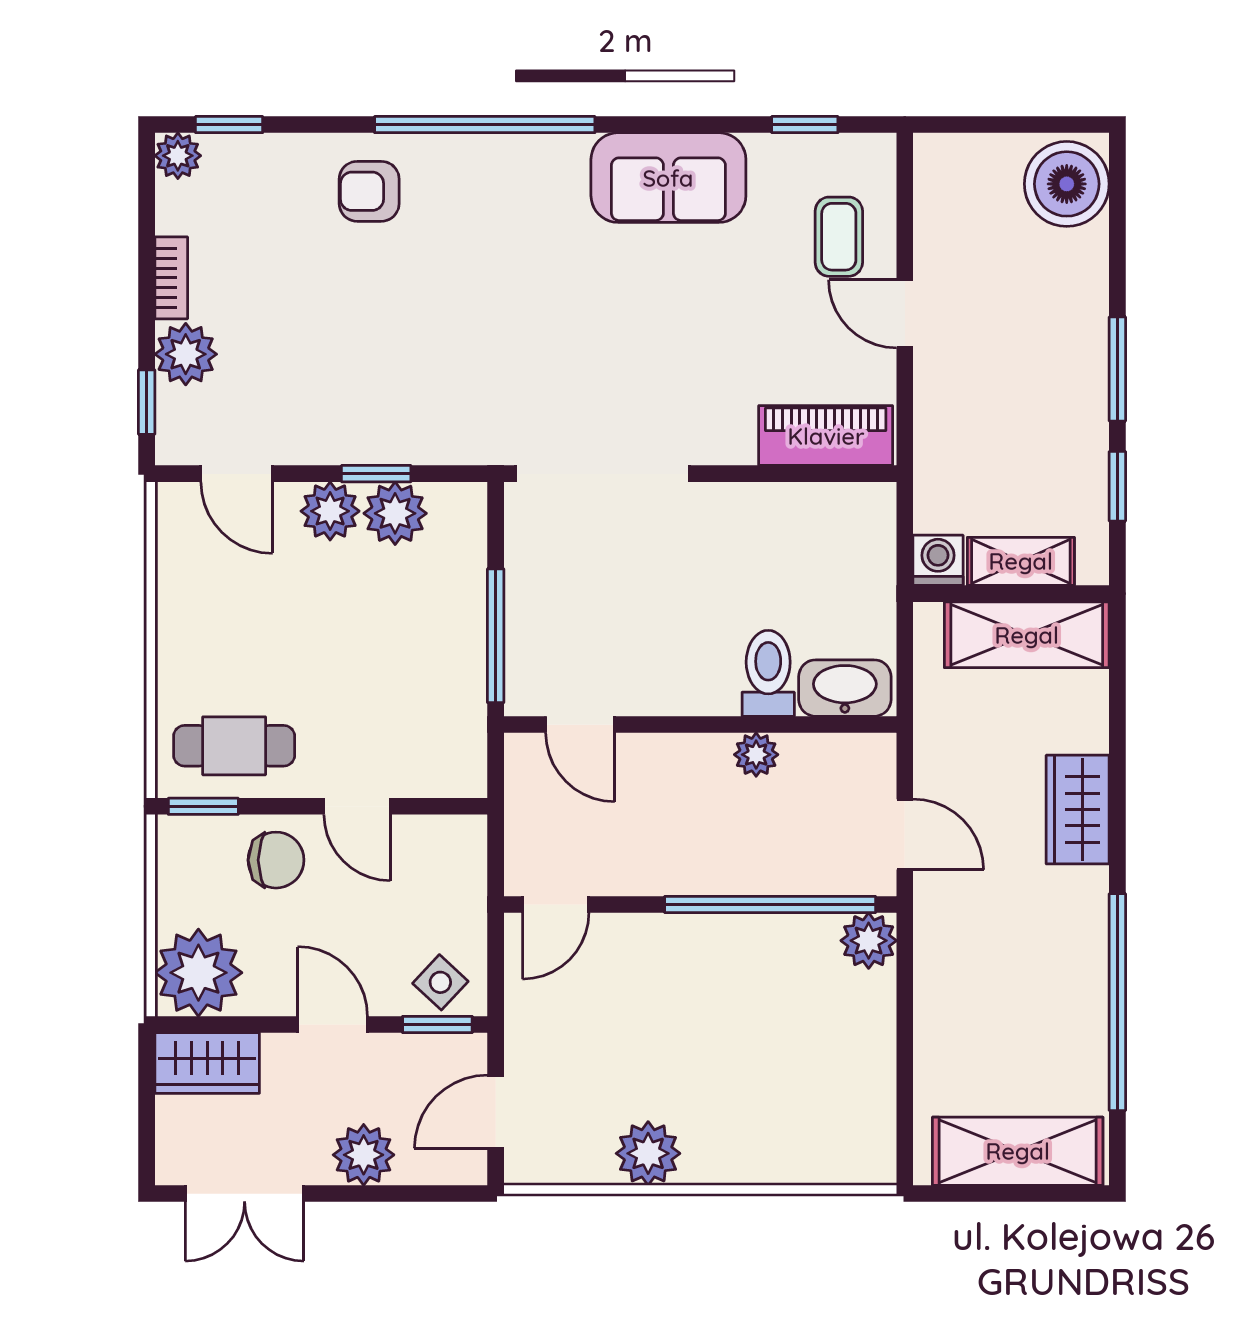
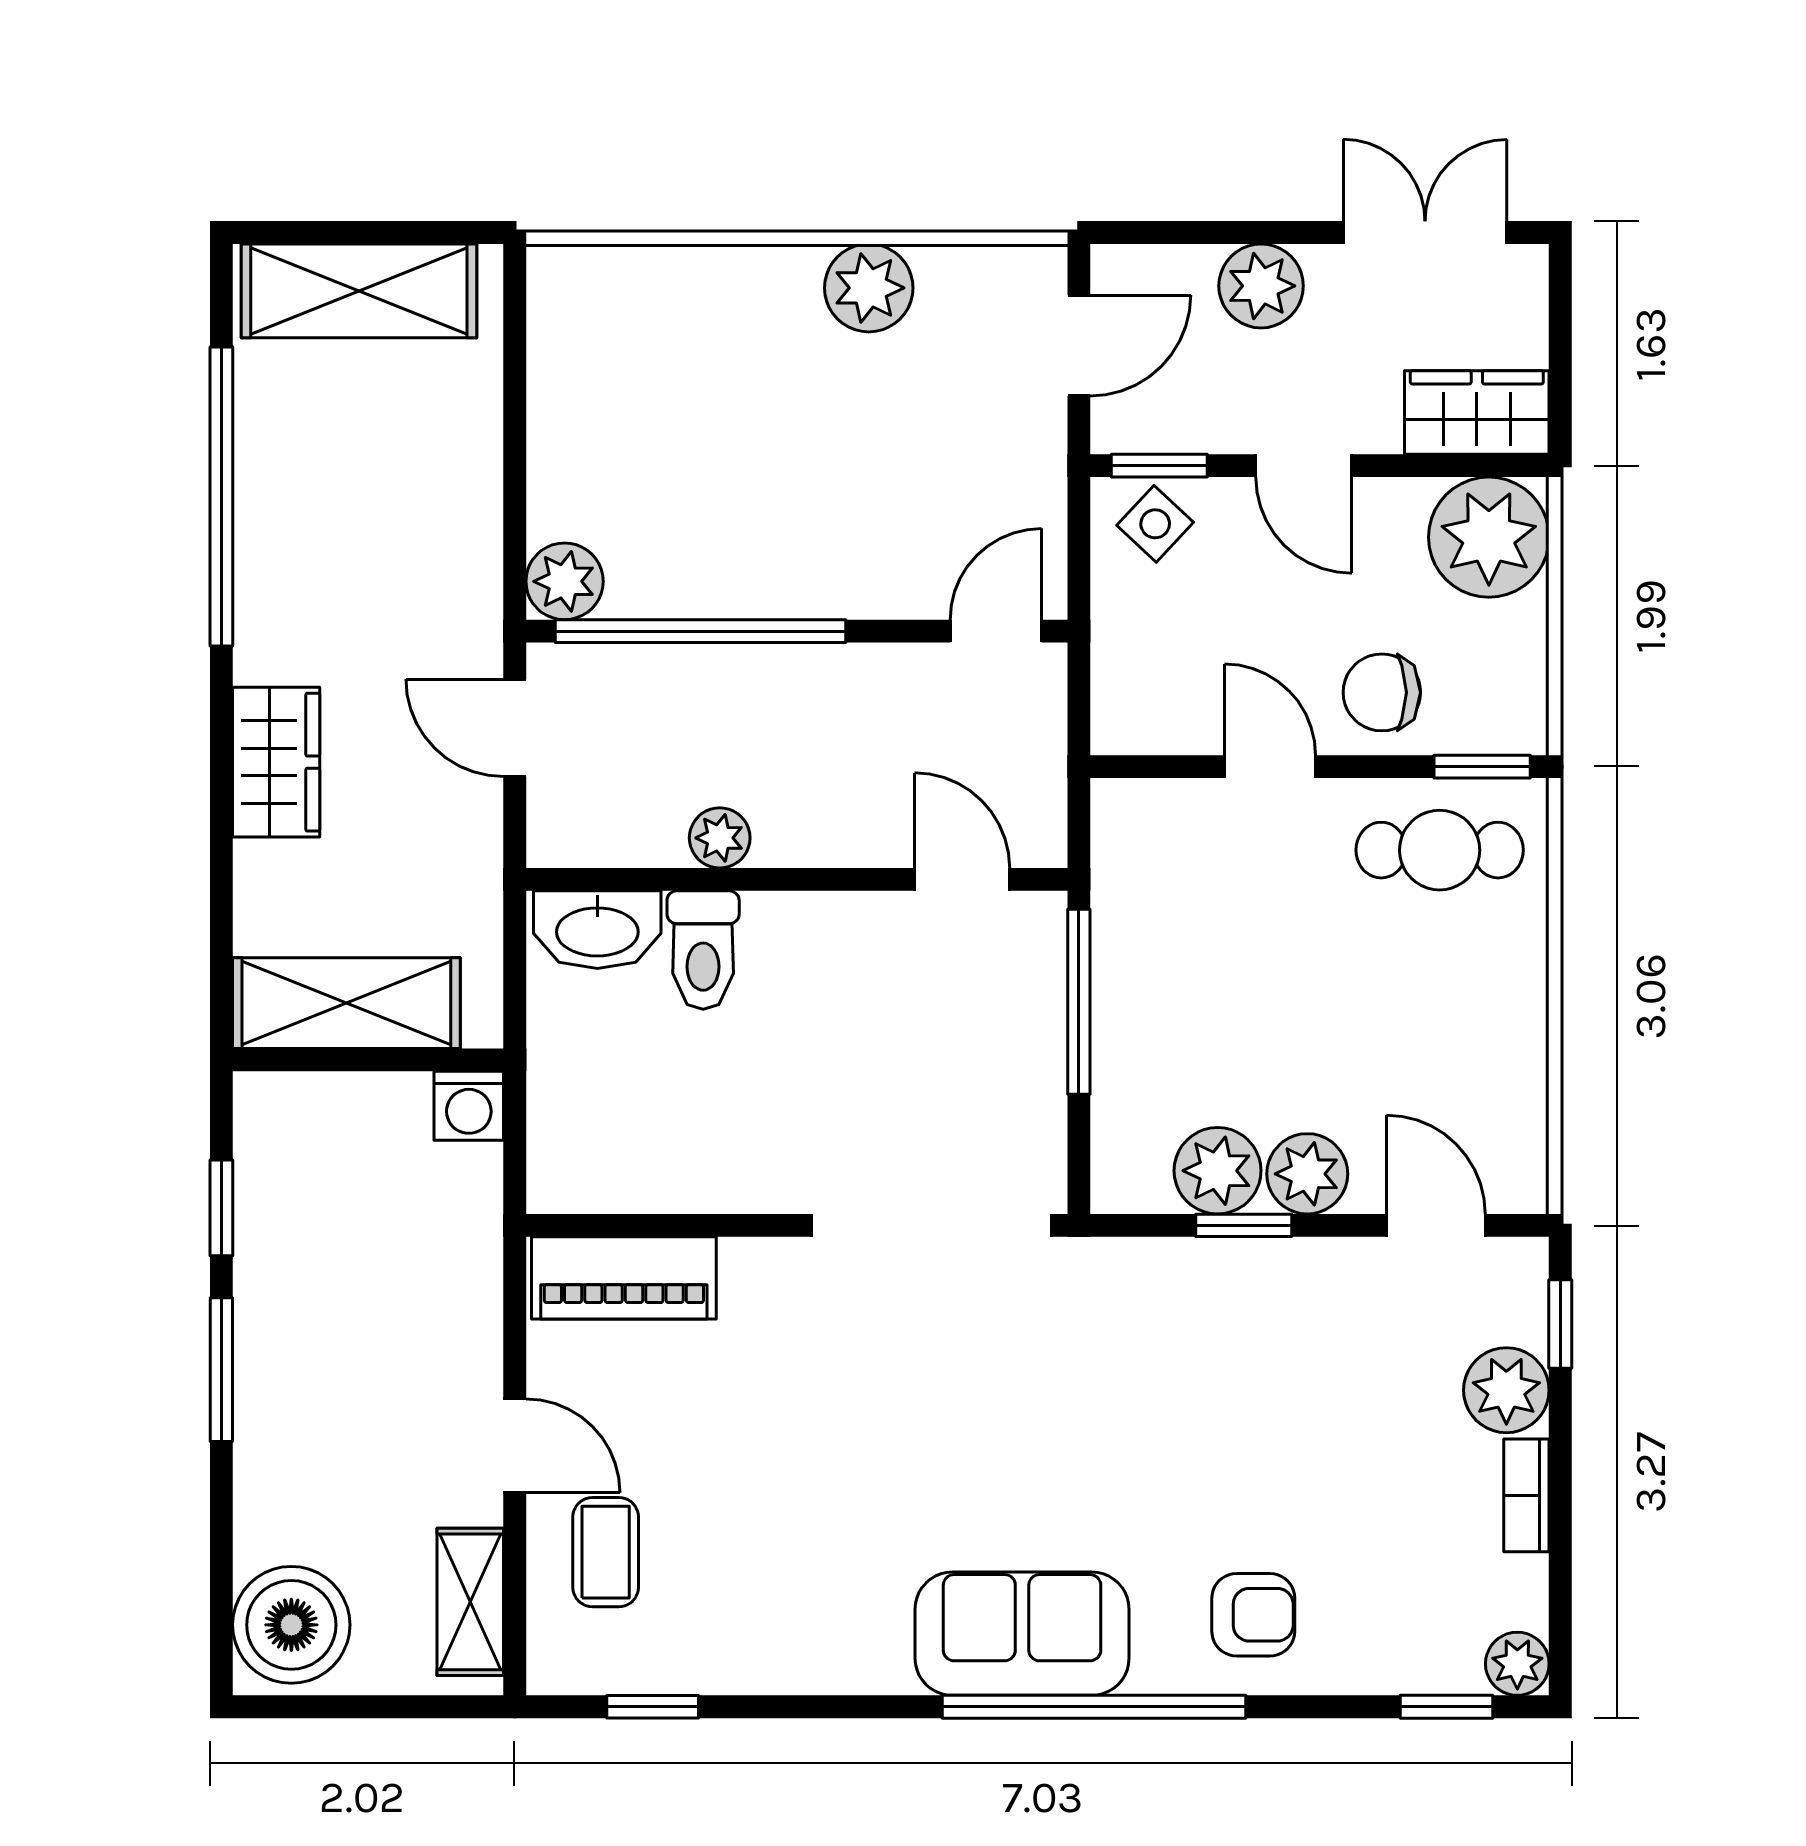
sofa: (668, 178) -> (1022, 1634), moved
shelving: (1021, 561) -> (470, 1602), moved, turned 90

